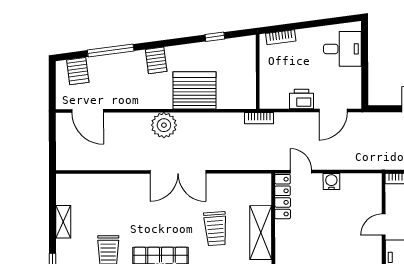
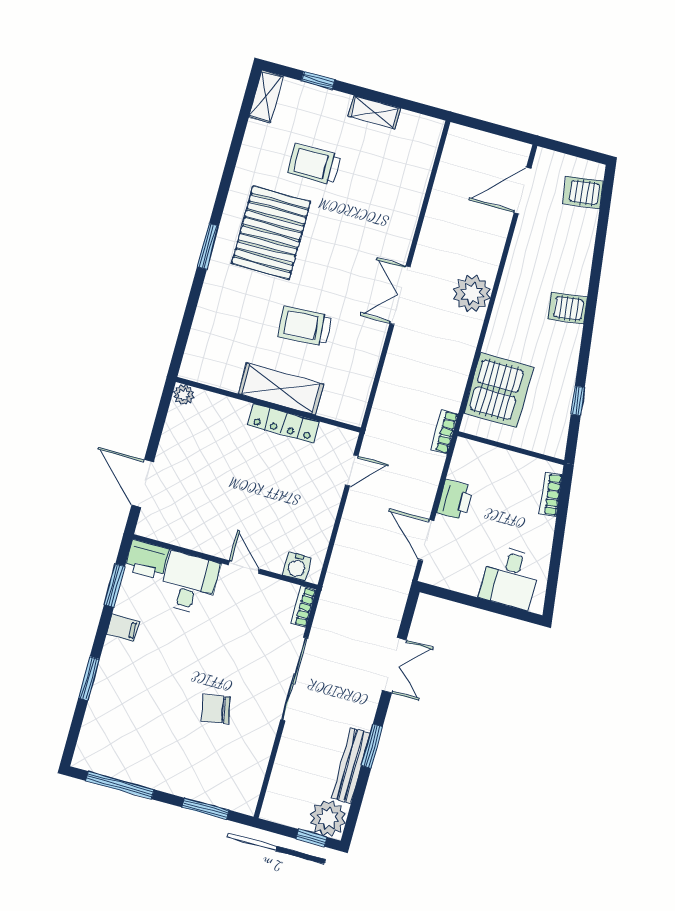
window: (111, 51) -> (599, 247), removed
server rack: (195, 90) -> (499, 390), moved
double door: (178, 172) -> (400, 295), width x0.73
water cooler: (331, 181) -> (297, 567), moved, turned 90
locker: (283, 197) -> (284, 423), moved

